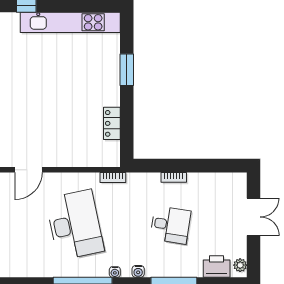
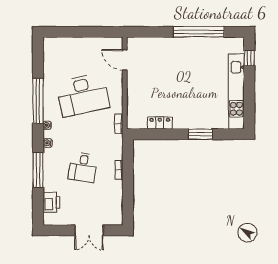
plant: (240, 265) -> (52, 220), removed

